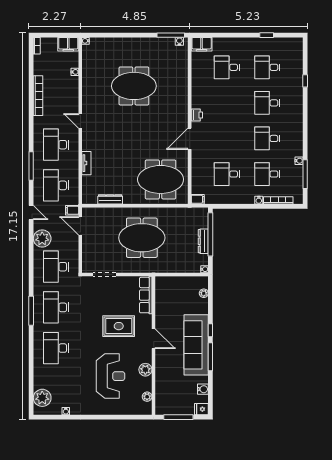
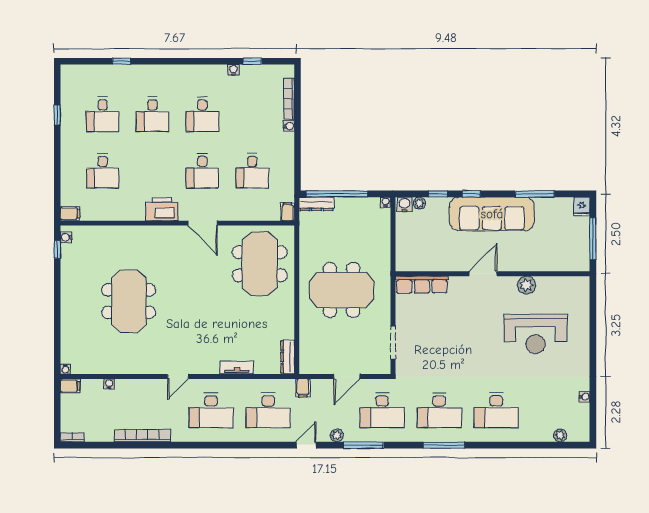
window: (171, 35) -> (57, 249), width x0.46
filing cabinet: (68, 44) -> (70, 386), width x0.50
filing cabinet: (202, 44) -> (70, 214), width x0.50
printer: (197, 115) -> (162, 209), width x1.87, depth x1.48
window: (31, 166) -> (364, 445), moved
desk: (267, 174) -> (202, 171), moved
window: (305, 174) -> (252, 61), width x0.46
dresser: (110, 199) -> (288, 357), moved
door: (80, 226) -> (347, 376), moved
plant: (42, 238) -> (337, 435), width x0.53, depth x0.53
meeting table: (142, 238) -> (341, 290), turned 90
dresser: (203, 241) -> (316, 204), moved
window: (210, 307) -> (438, 194), added
rug: (119, 326) -> (465, 323), removed
window: (210, 357) -> (535, 194), moved
reception desk: (111, 376) -> (535, 334), turned 180
water cooler: (203, 389) -> (404, 204), moved
plant: (147, 397) -> (564, 283), removed
plant: (42, 398) -> (560, 435), width x0.53, depth x0.53

